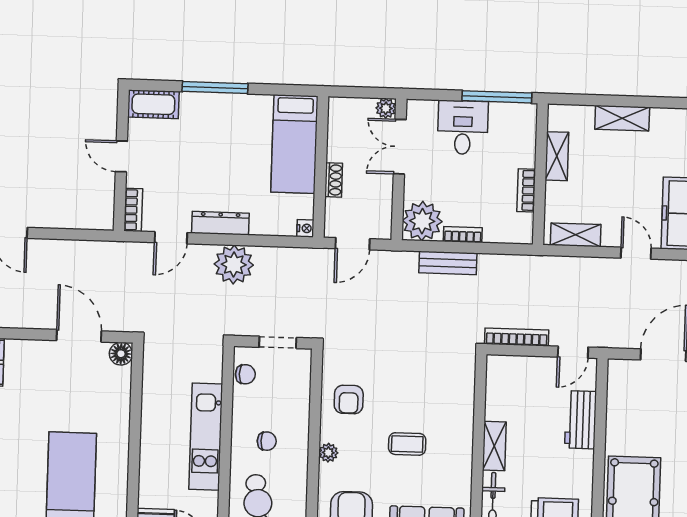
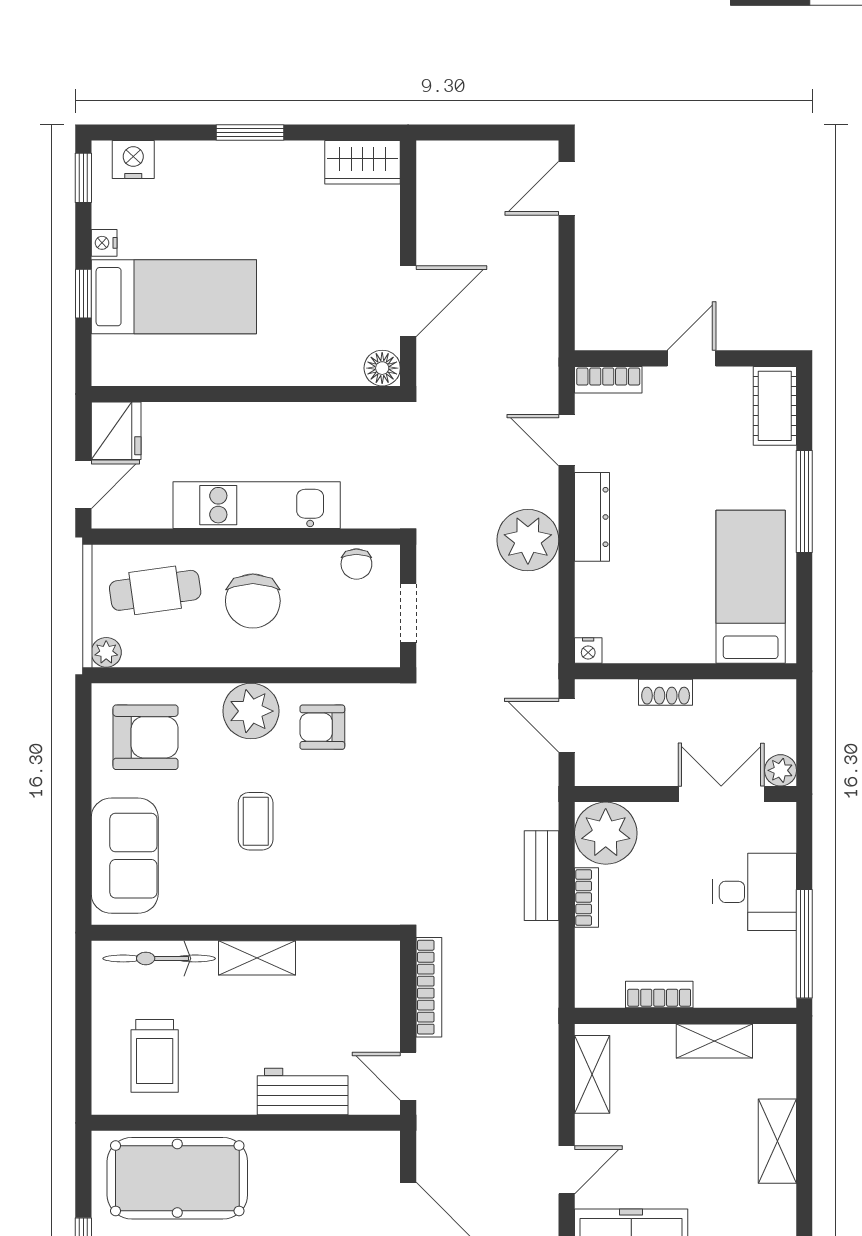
bed: (294, 144) -> (751, 587), moved, turned 90
chair: (267, 441) -> (253, 601), width x1.87, depth x1.87
plant: (328, 453) -> (251, 711), width x1.88, depth x1.88

